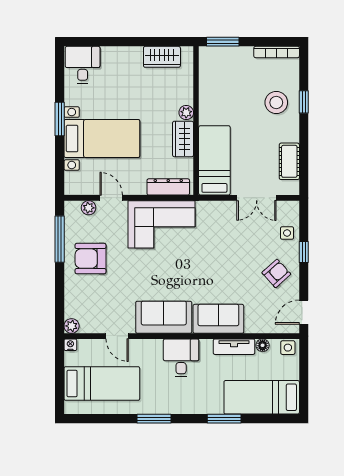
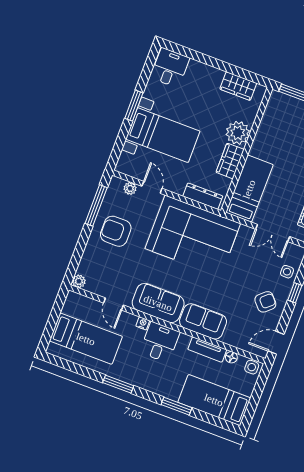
plant: (186, 113) -> (238, 133), width x1.88, depth x1.88
corner sofa: (162, 224) -> (193, 236), width x1.36, depth x1.36
nightstand: (70, 345) -> (143, 323), moved

